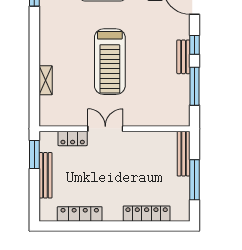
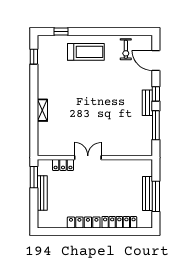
treadmill: (110, 62) -> (91, 106), removed
shelving: (46, 80) -> (42, 110), moved
bench: (184, 154) -> (147, 193), moved
locker: (80, 214) -> (84, 222), moved

